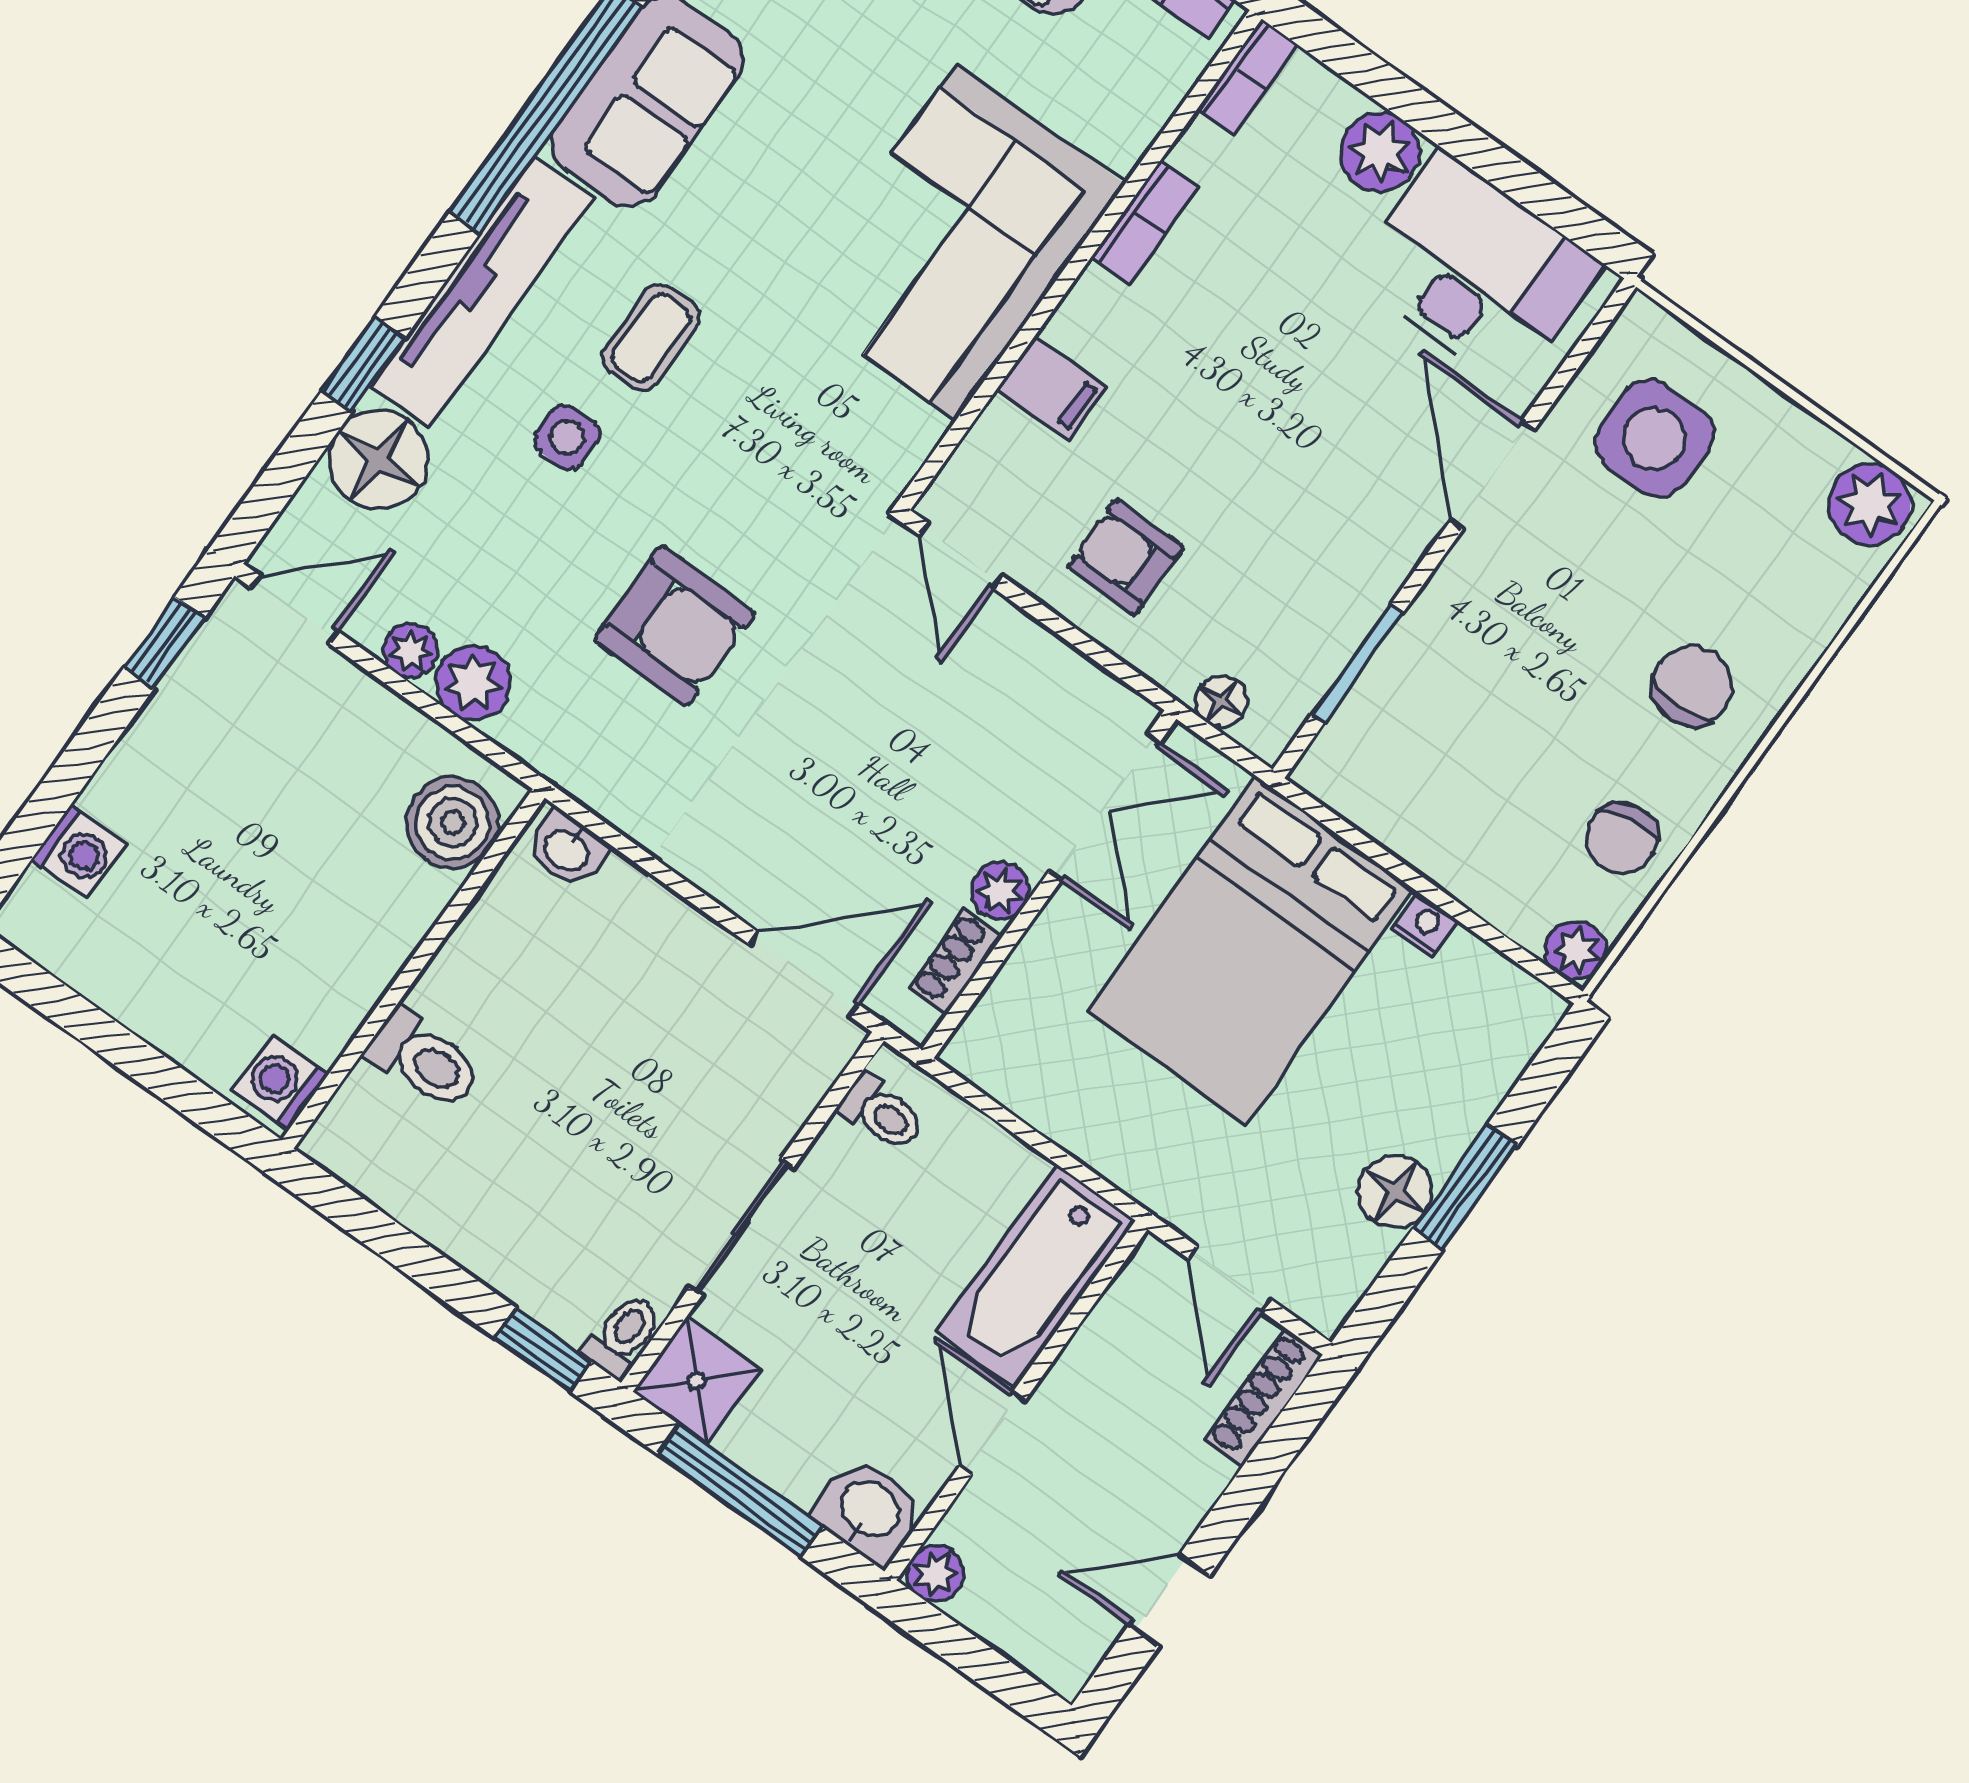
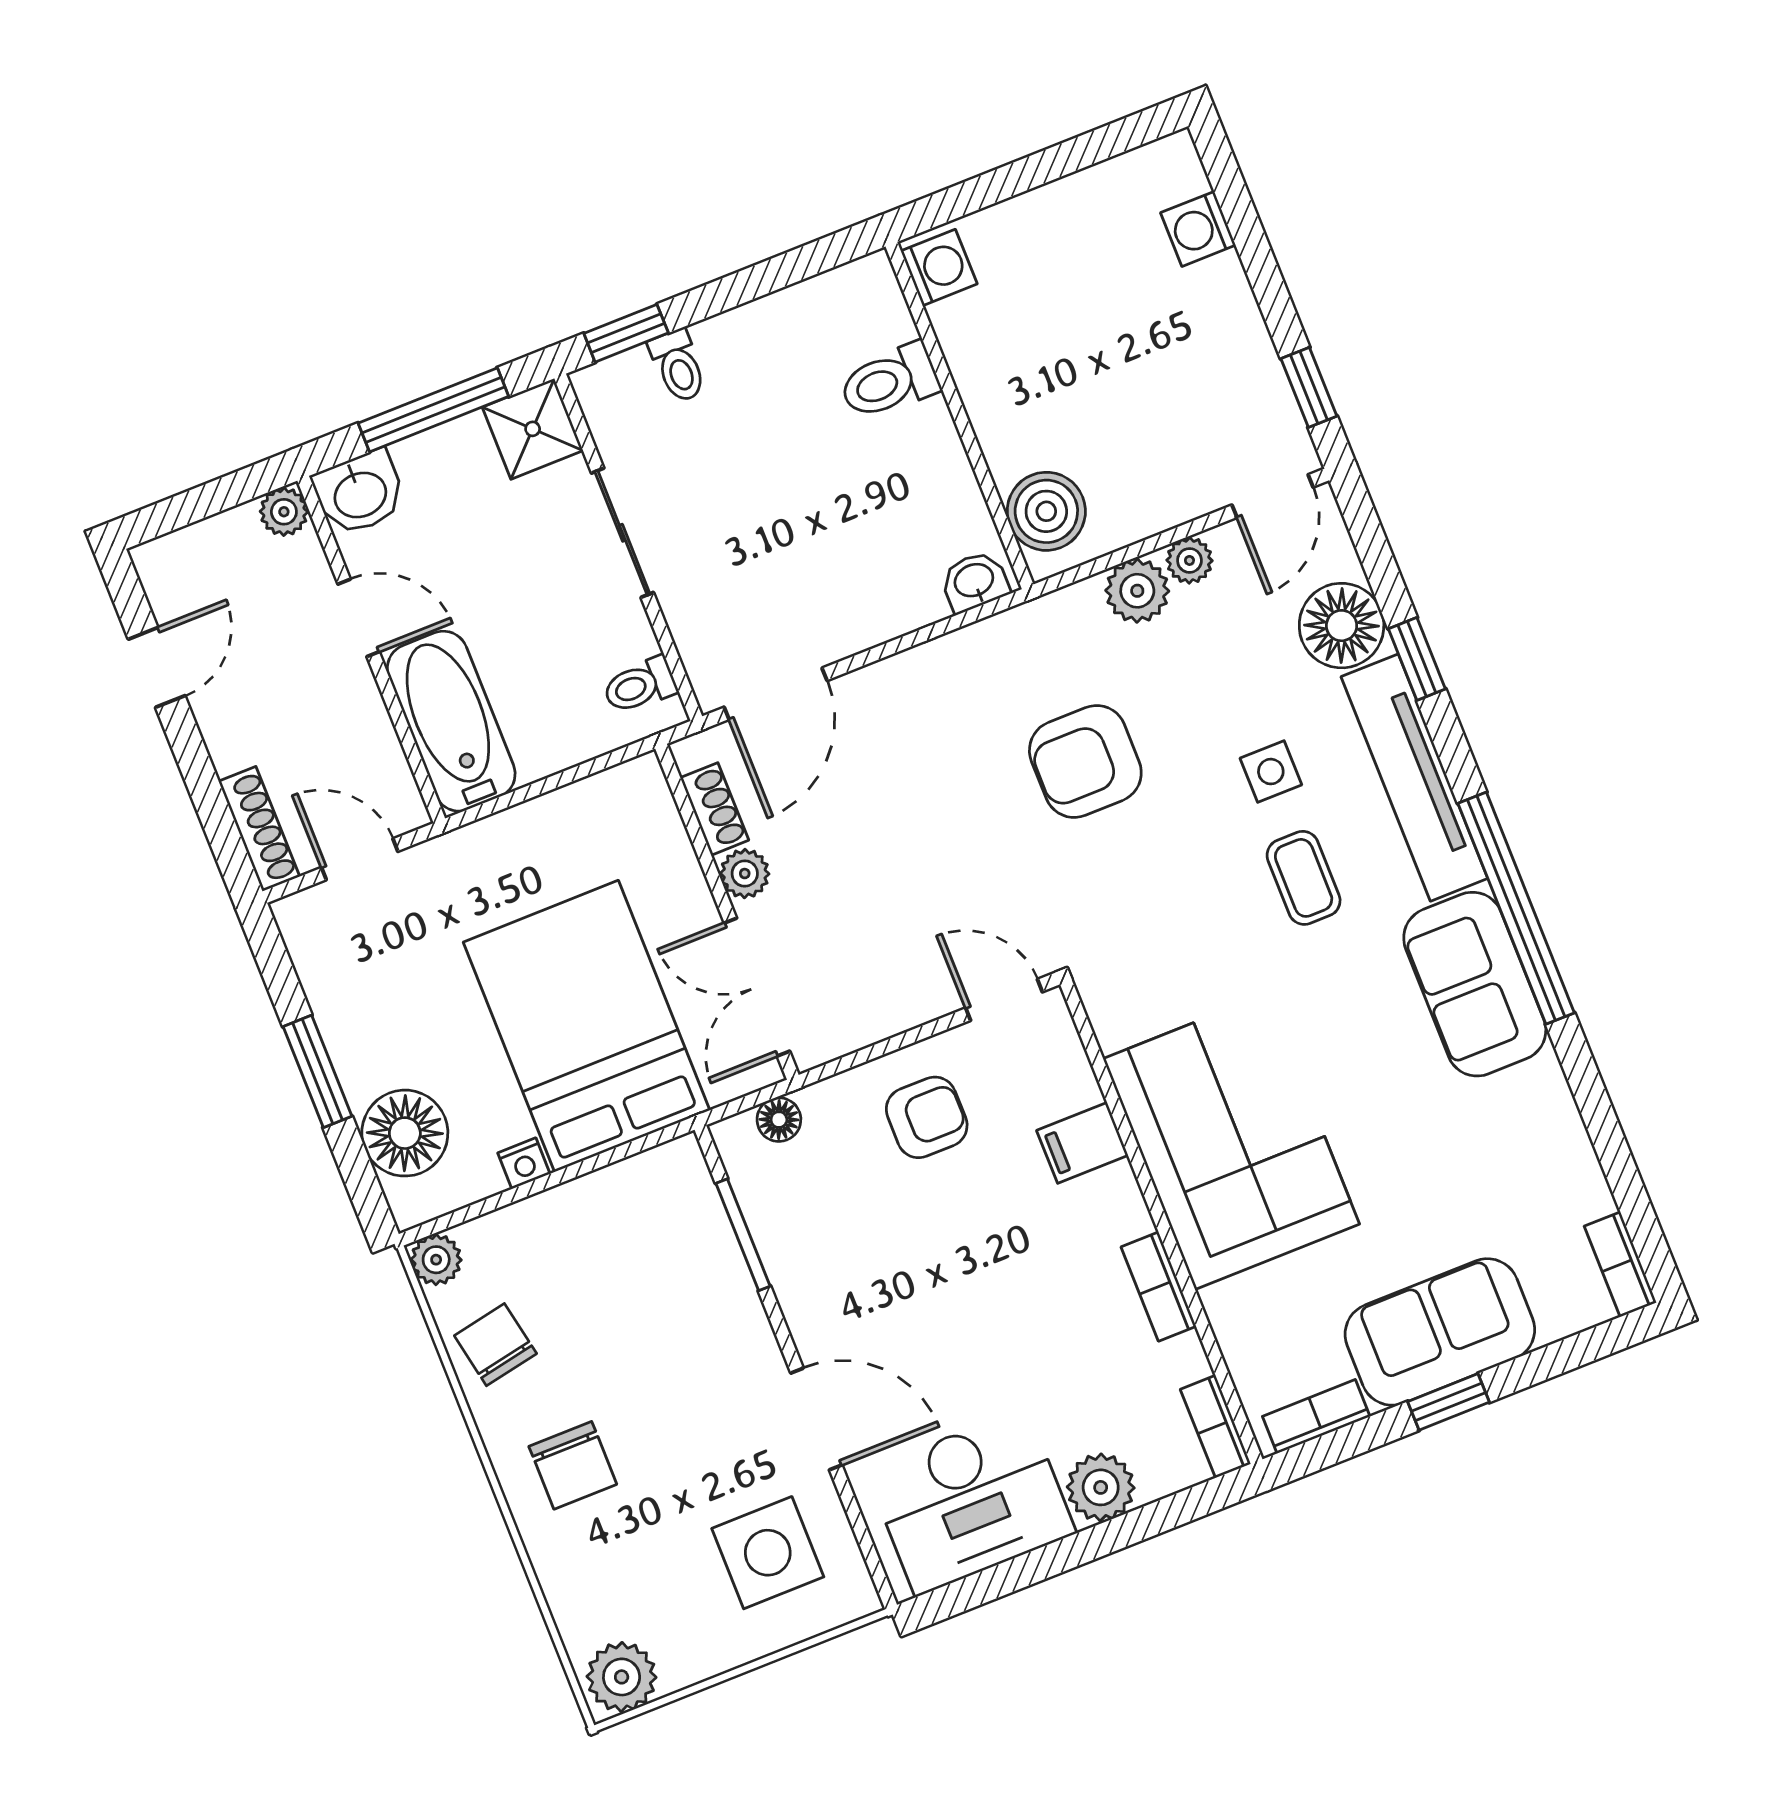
floor lamp: (1395, 1191) -> (405, 1133), moved, width x1.38, depth x1.38
toilet: (623, 1335) -> (678, 366), moved

